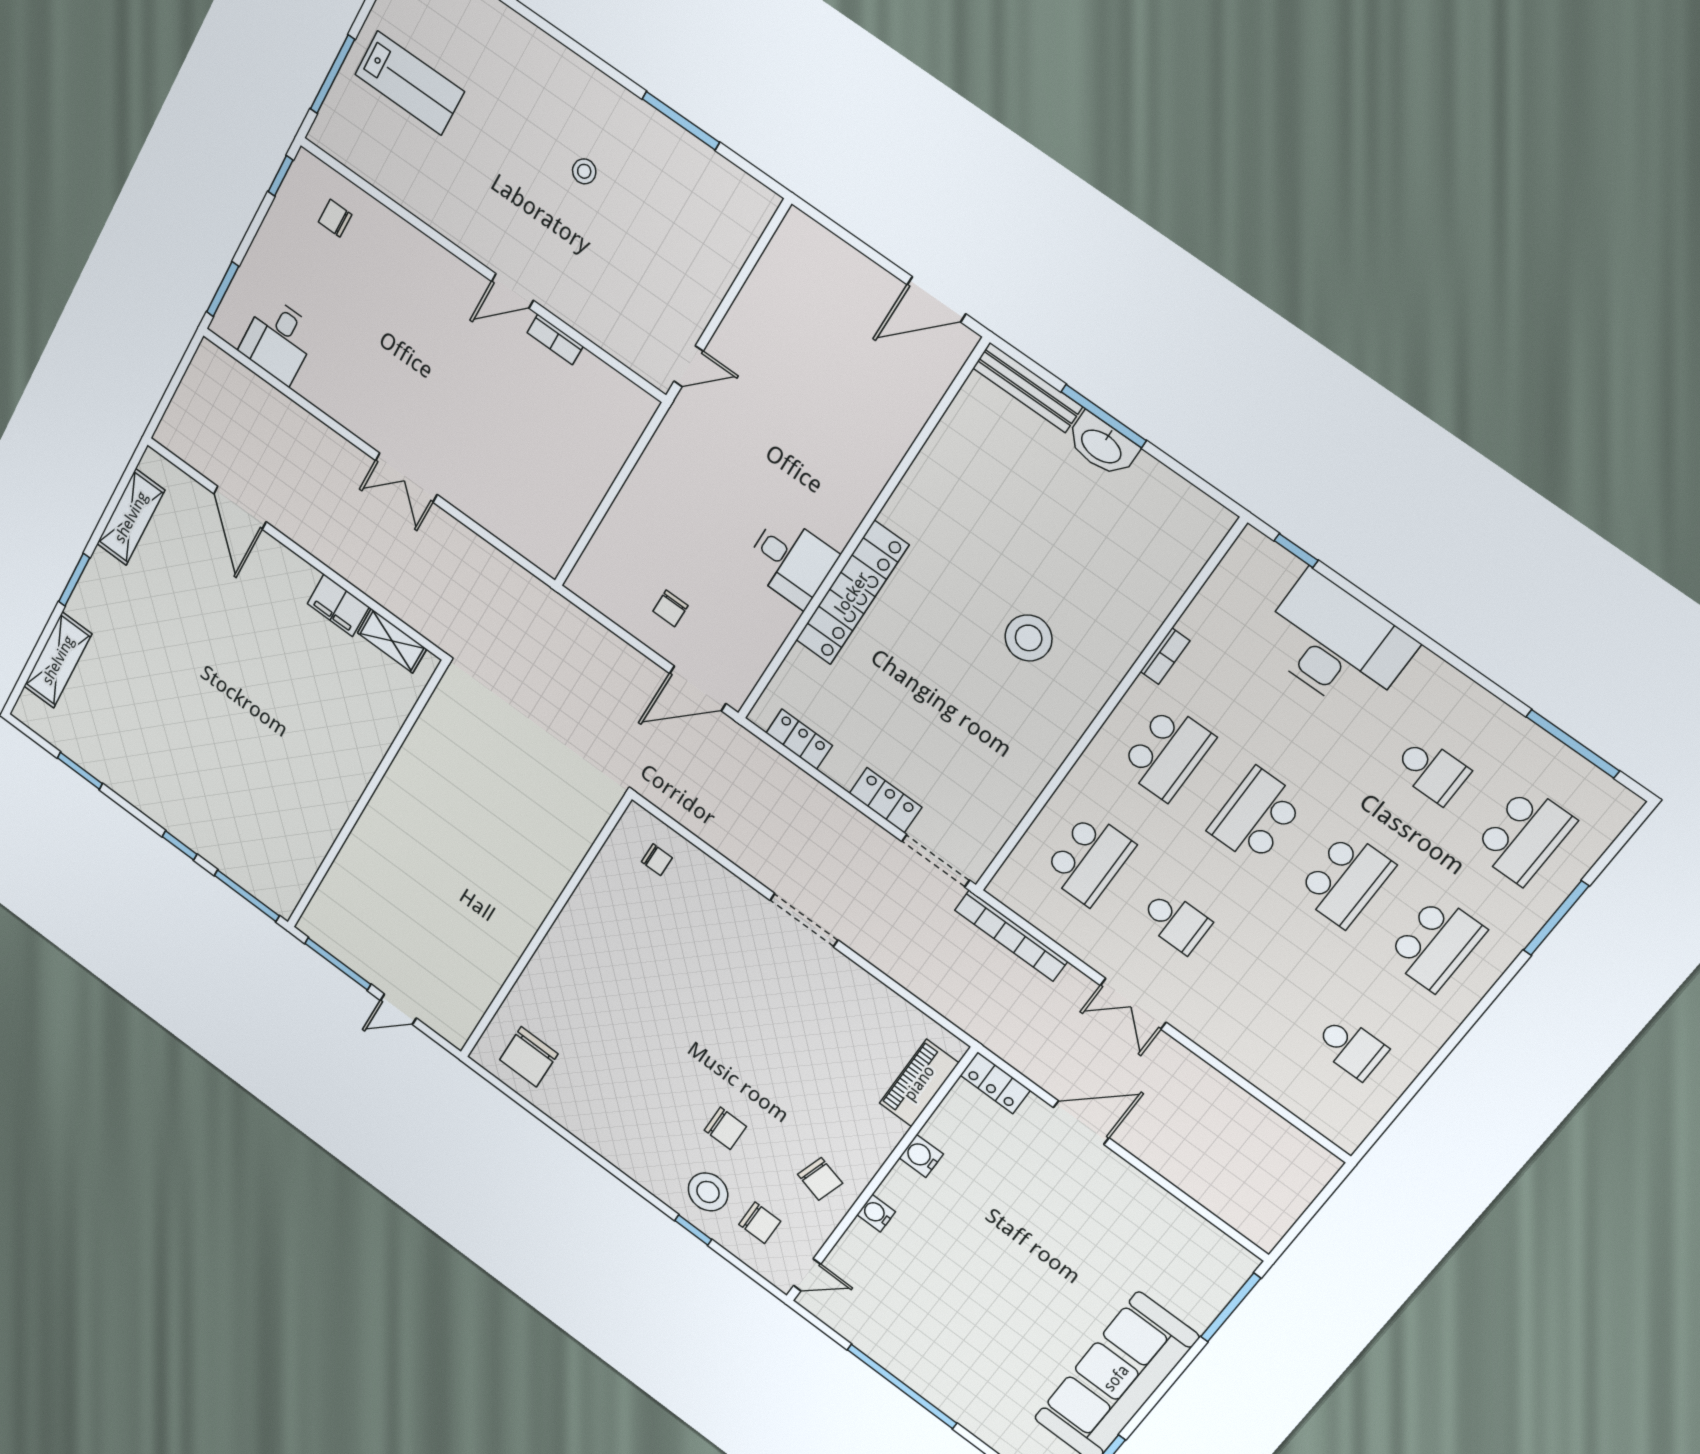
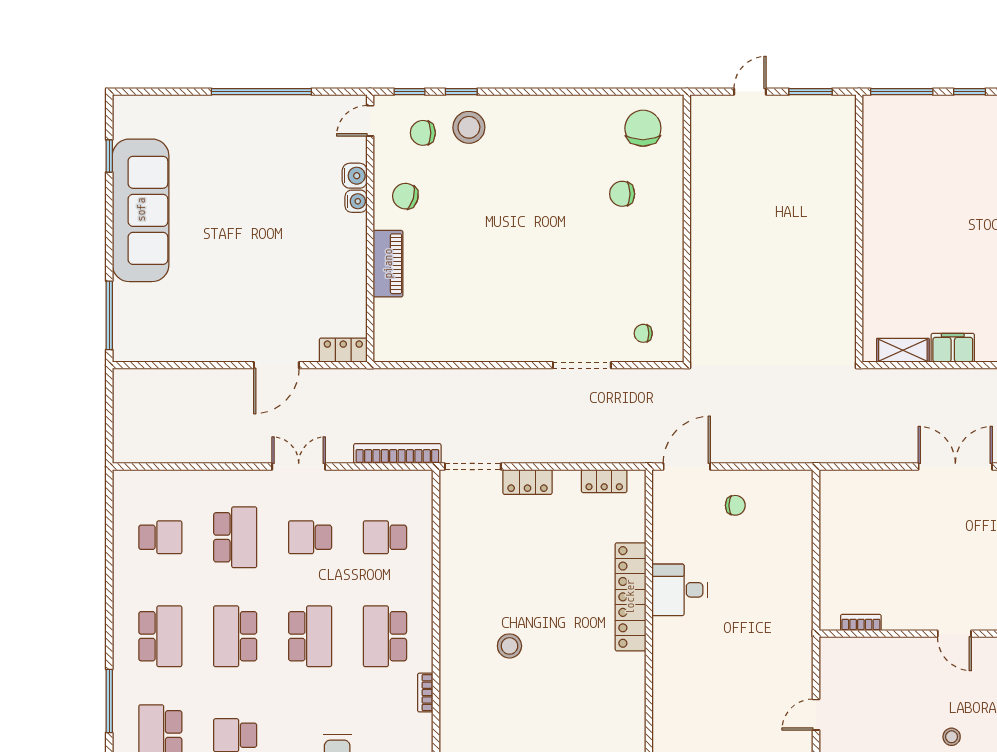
door: (512, 291) -> (954, 634), swing flipped
bookcase: (555, 339) -> (861, 623), moved
door: (689, 366) -> (816, 715), moved
double door: (406, 477) -> (955, 467), width x1.37
chair: (670, 608) -> (735, 505), turned 90
stool: (1029, 638) -> (509, 646), width x0.73, depth x0.73
school desk: (1089, 859) -> (385, 537), width x0.54
doorway: (804, 920) -> (582, 365), moved
school desk: (1436, 944) -> (160, 636), turned 180
window: (338, 964) -> (810, 92), width x0.69
school desk: (1263, 984) -> (235, 537), added
school desk: (1351, 1048) -> (160, 537), turned 180
piano: (919, 1083) -> (388, 264), moved
chair: (725, 1128) -> (622, 194), moved
water cooler: (921, 1156) -> (355, 176), moved
window: (747, 1270) -> (409, 92), added

